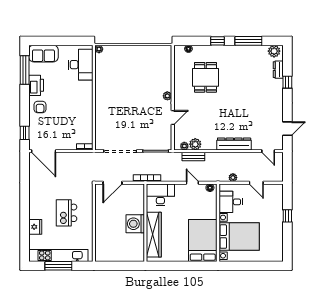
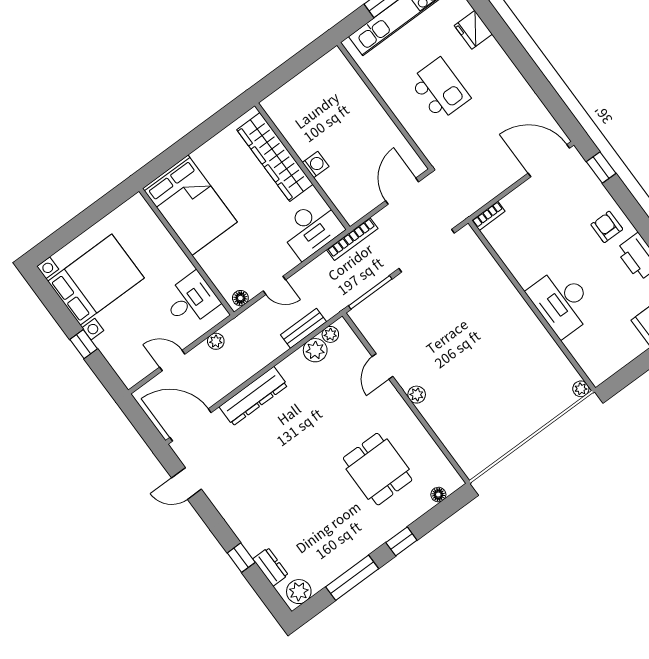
desk: (81, 65) -> (562, 302), moved
door: (287, 129) -> (187, 484), hinge flipped
door: (268, 151) -> (190, 425), width x1.88
washing machine: (135, 224) -> (316, 164), width x0.53, depth x0.53
bed with nightstands: (239, 237) -> (96, 280), moved, turned 180

